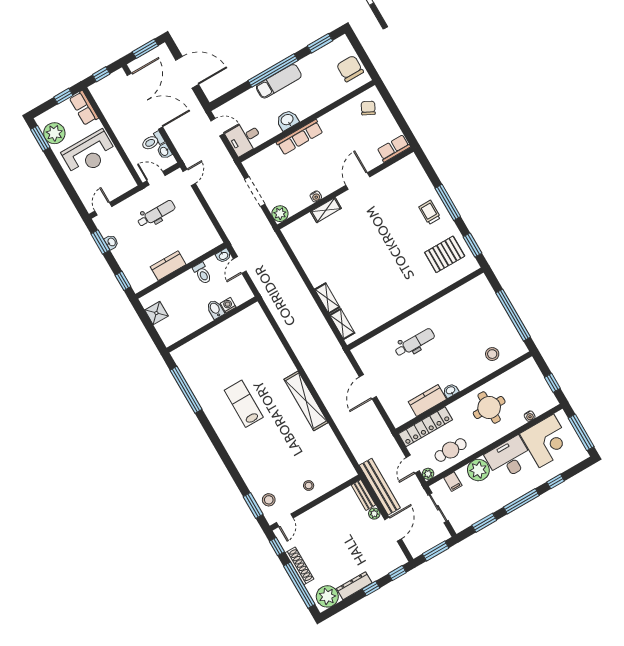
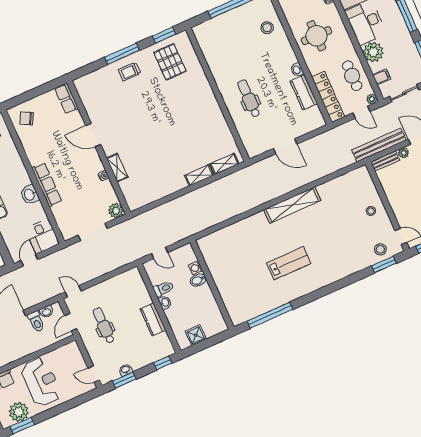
washbasin: (223, 256) -> (165, 302), moved
lab bench: (244, 404) -> (289, 263), turned 180

